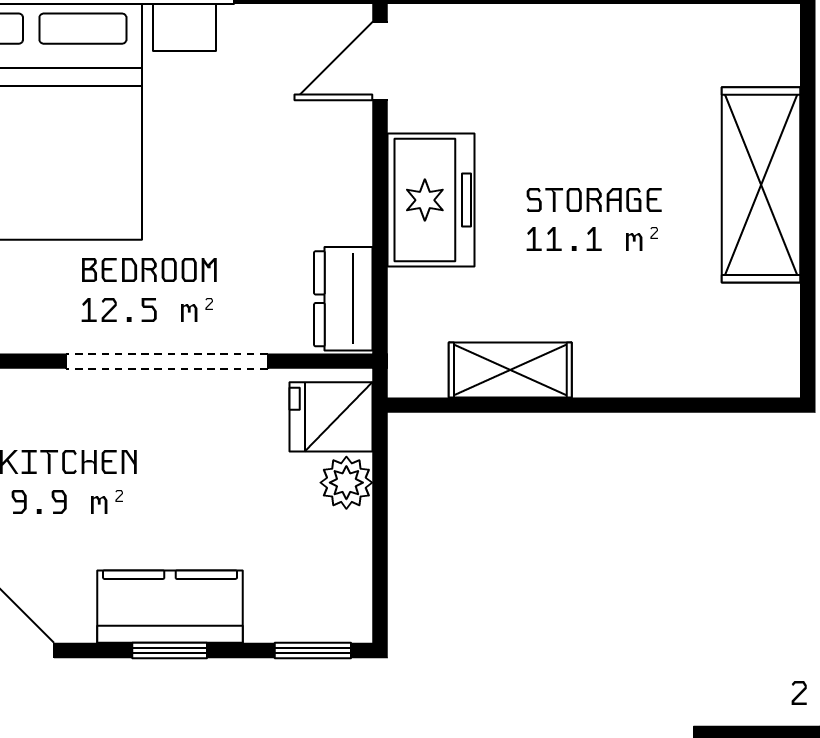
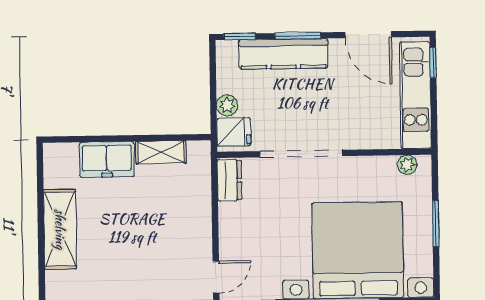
freezer: (431, 200) -> (107, 159), moved, turned -90
kitchen counter: (170, 607) -> (283, 54), width x1.50
window: (170, 650) -> (298, 36), width x1.50

